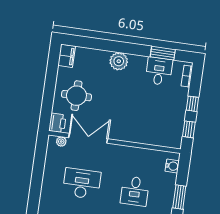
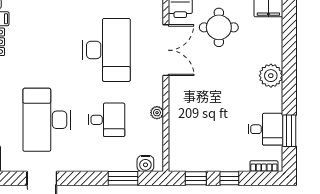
plant: (61, 141) -> (157, 113), moved
desk: (82, 184) -> (106, 50), width x1.36, depth x1.30
desk: (135, 191) -> (106, 120), turned 180
window: (179, 197) -> (123, 178), moved

